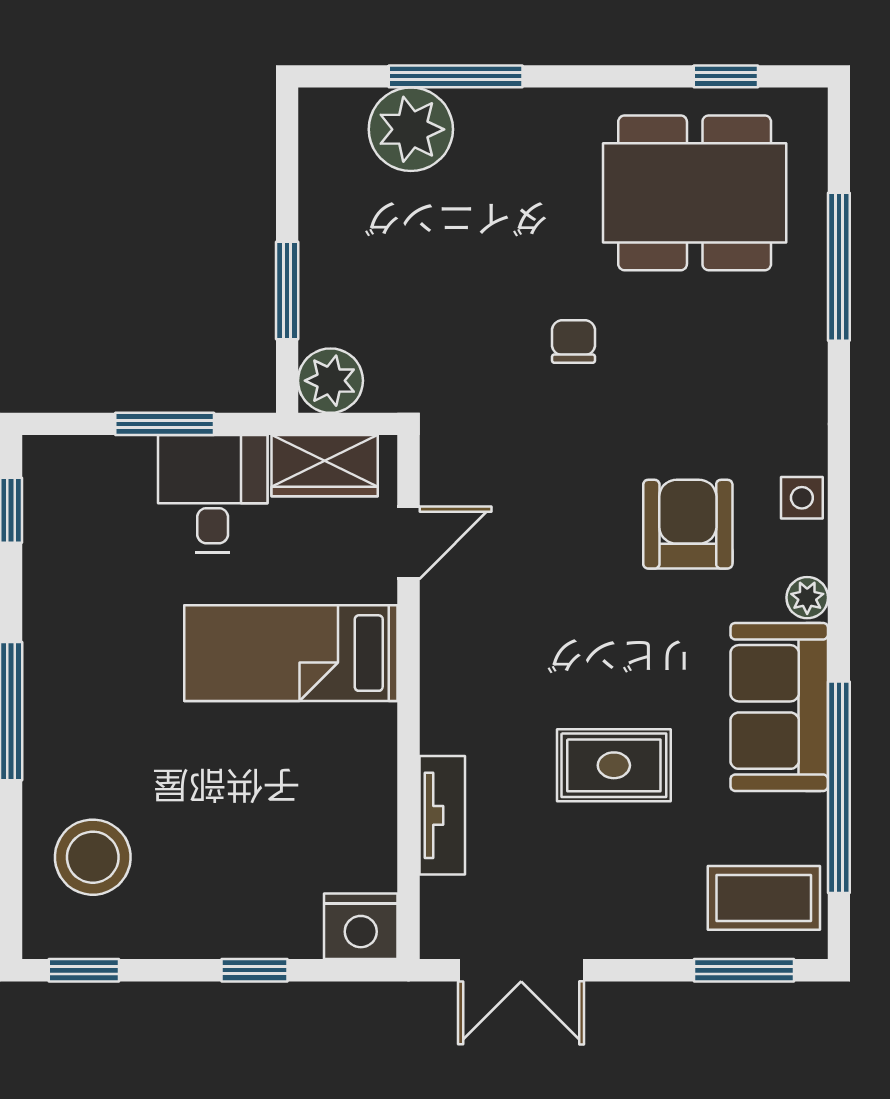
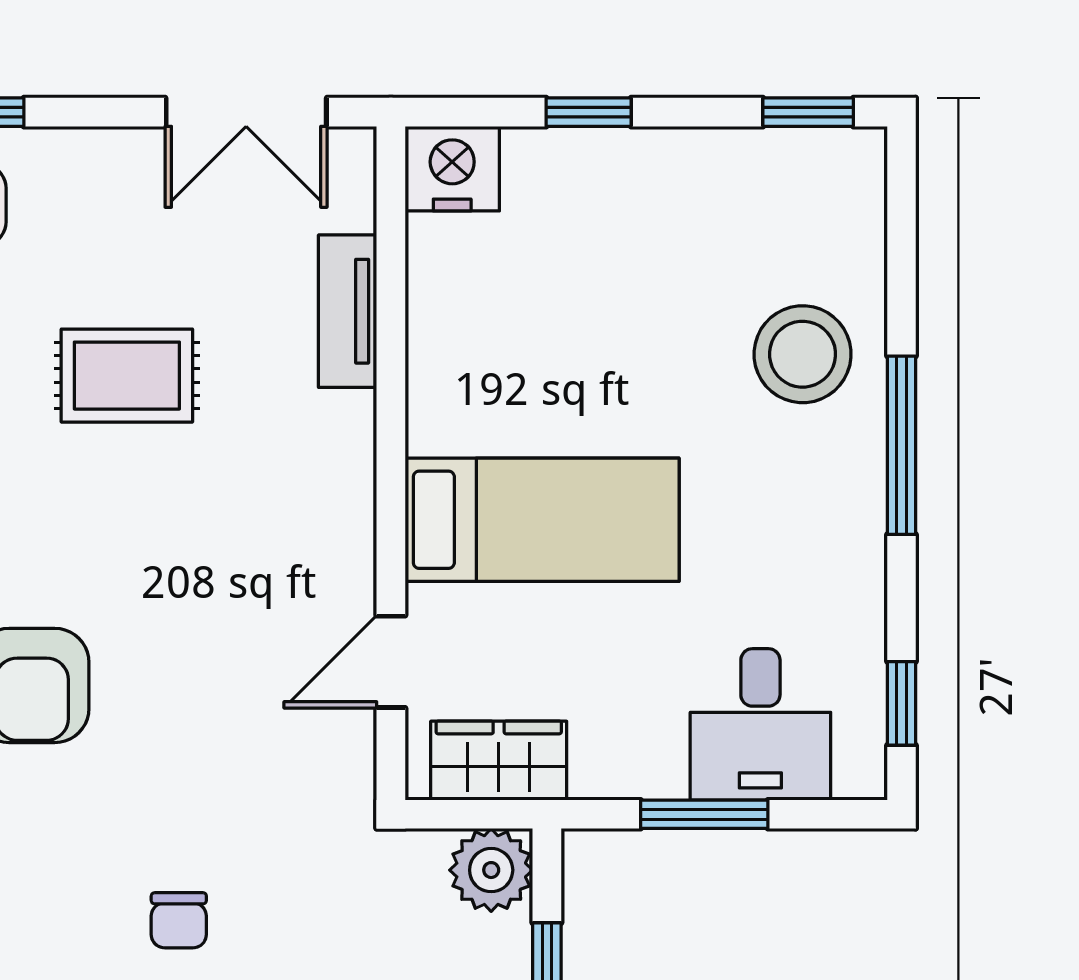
desk: (213, 494) -> (760, 724), moved
stool: (93, 857) -> (803, 354), moved
double door: (521, 970) -> (246, 112), swing flipped

